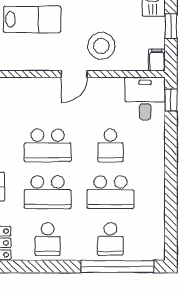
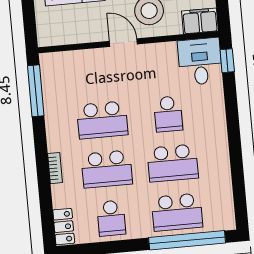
filing cabinet: (157, 60) -> (200, 21), width x2.00
door: (74, 74) -> (123, 43), swing flipped
school desk: (110, 239) -> (177, 212), width x1.85

